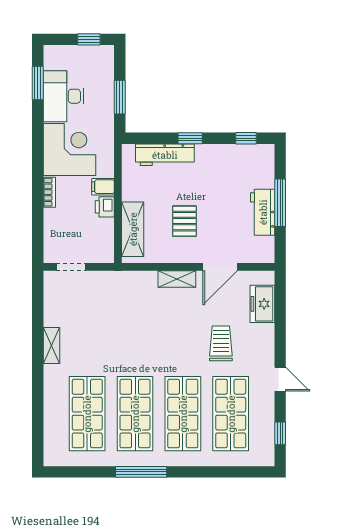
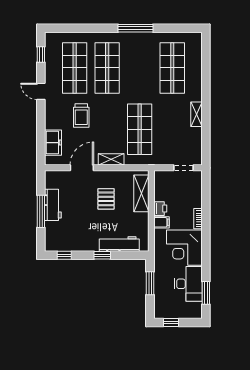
shop shelf: (135, 414) -> (140, 129), moved

